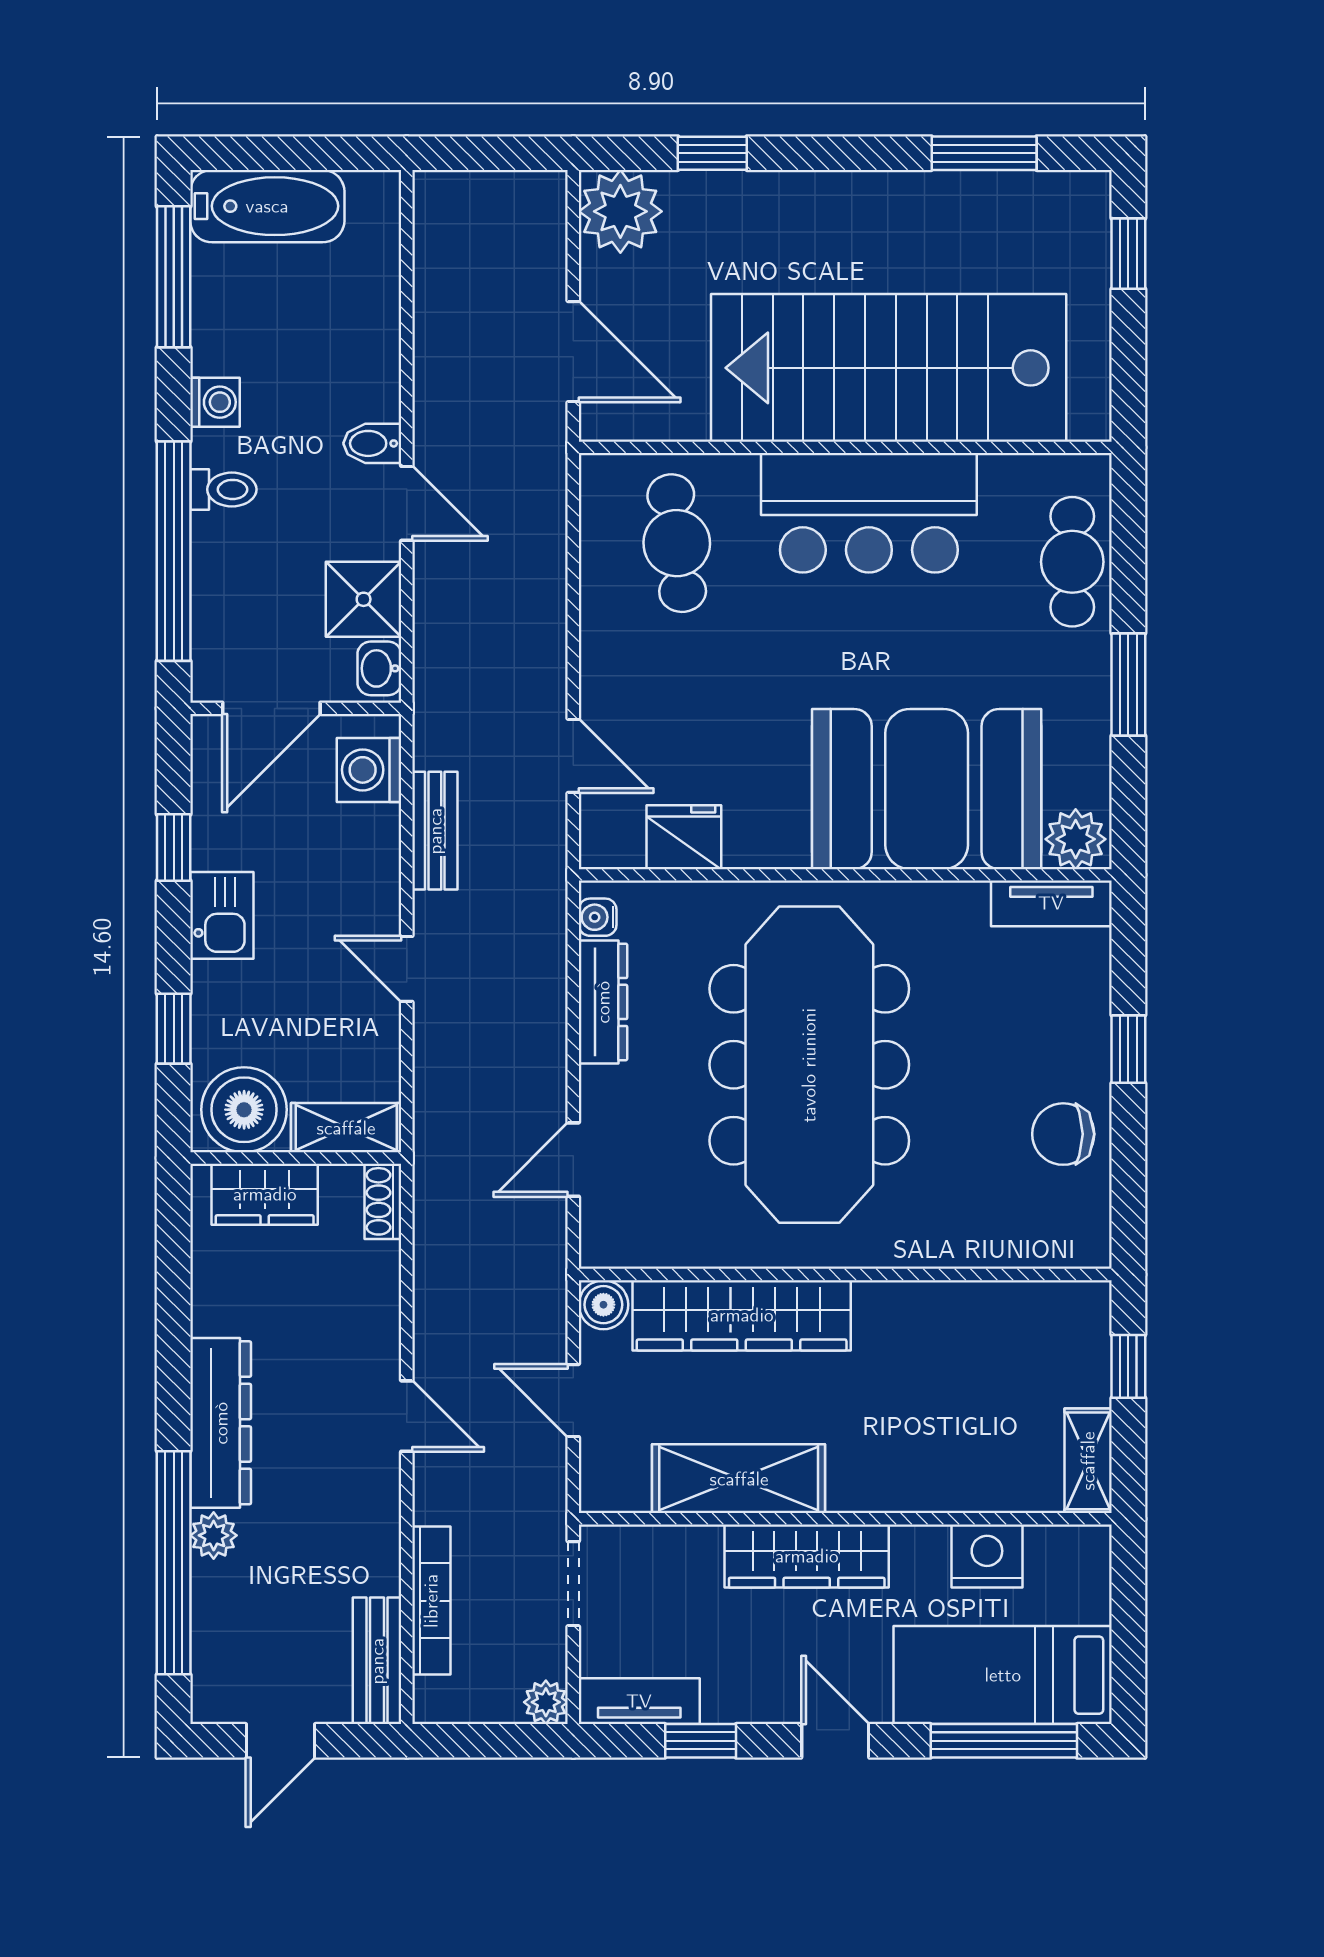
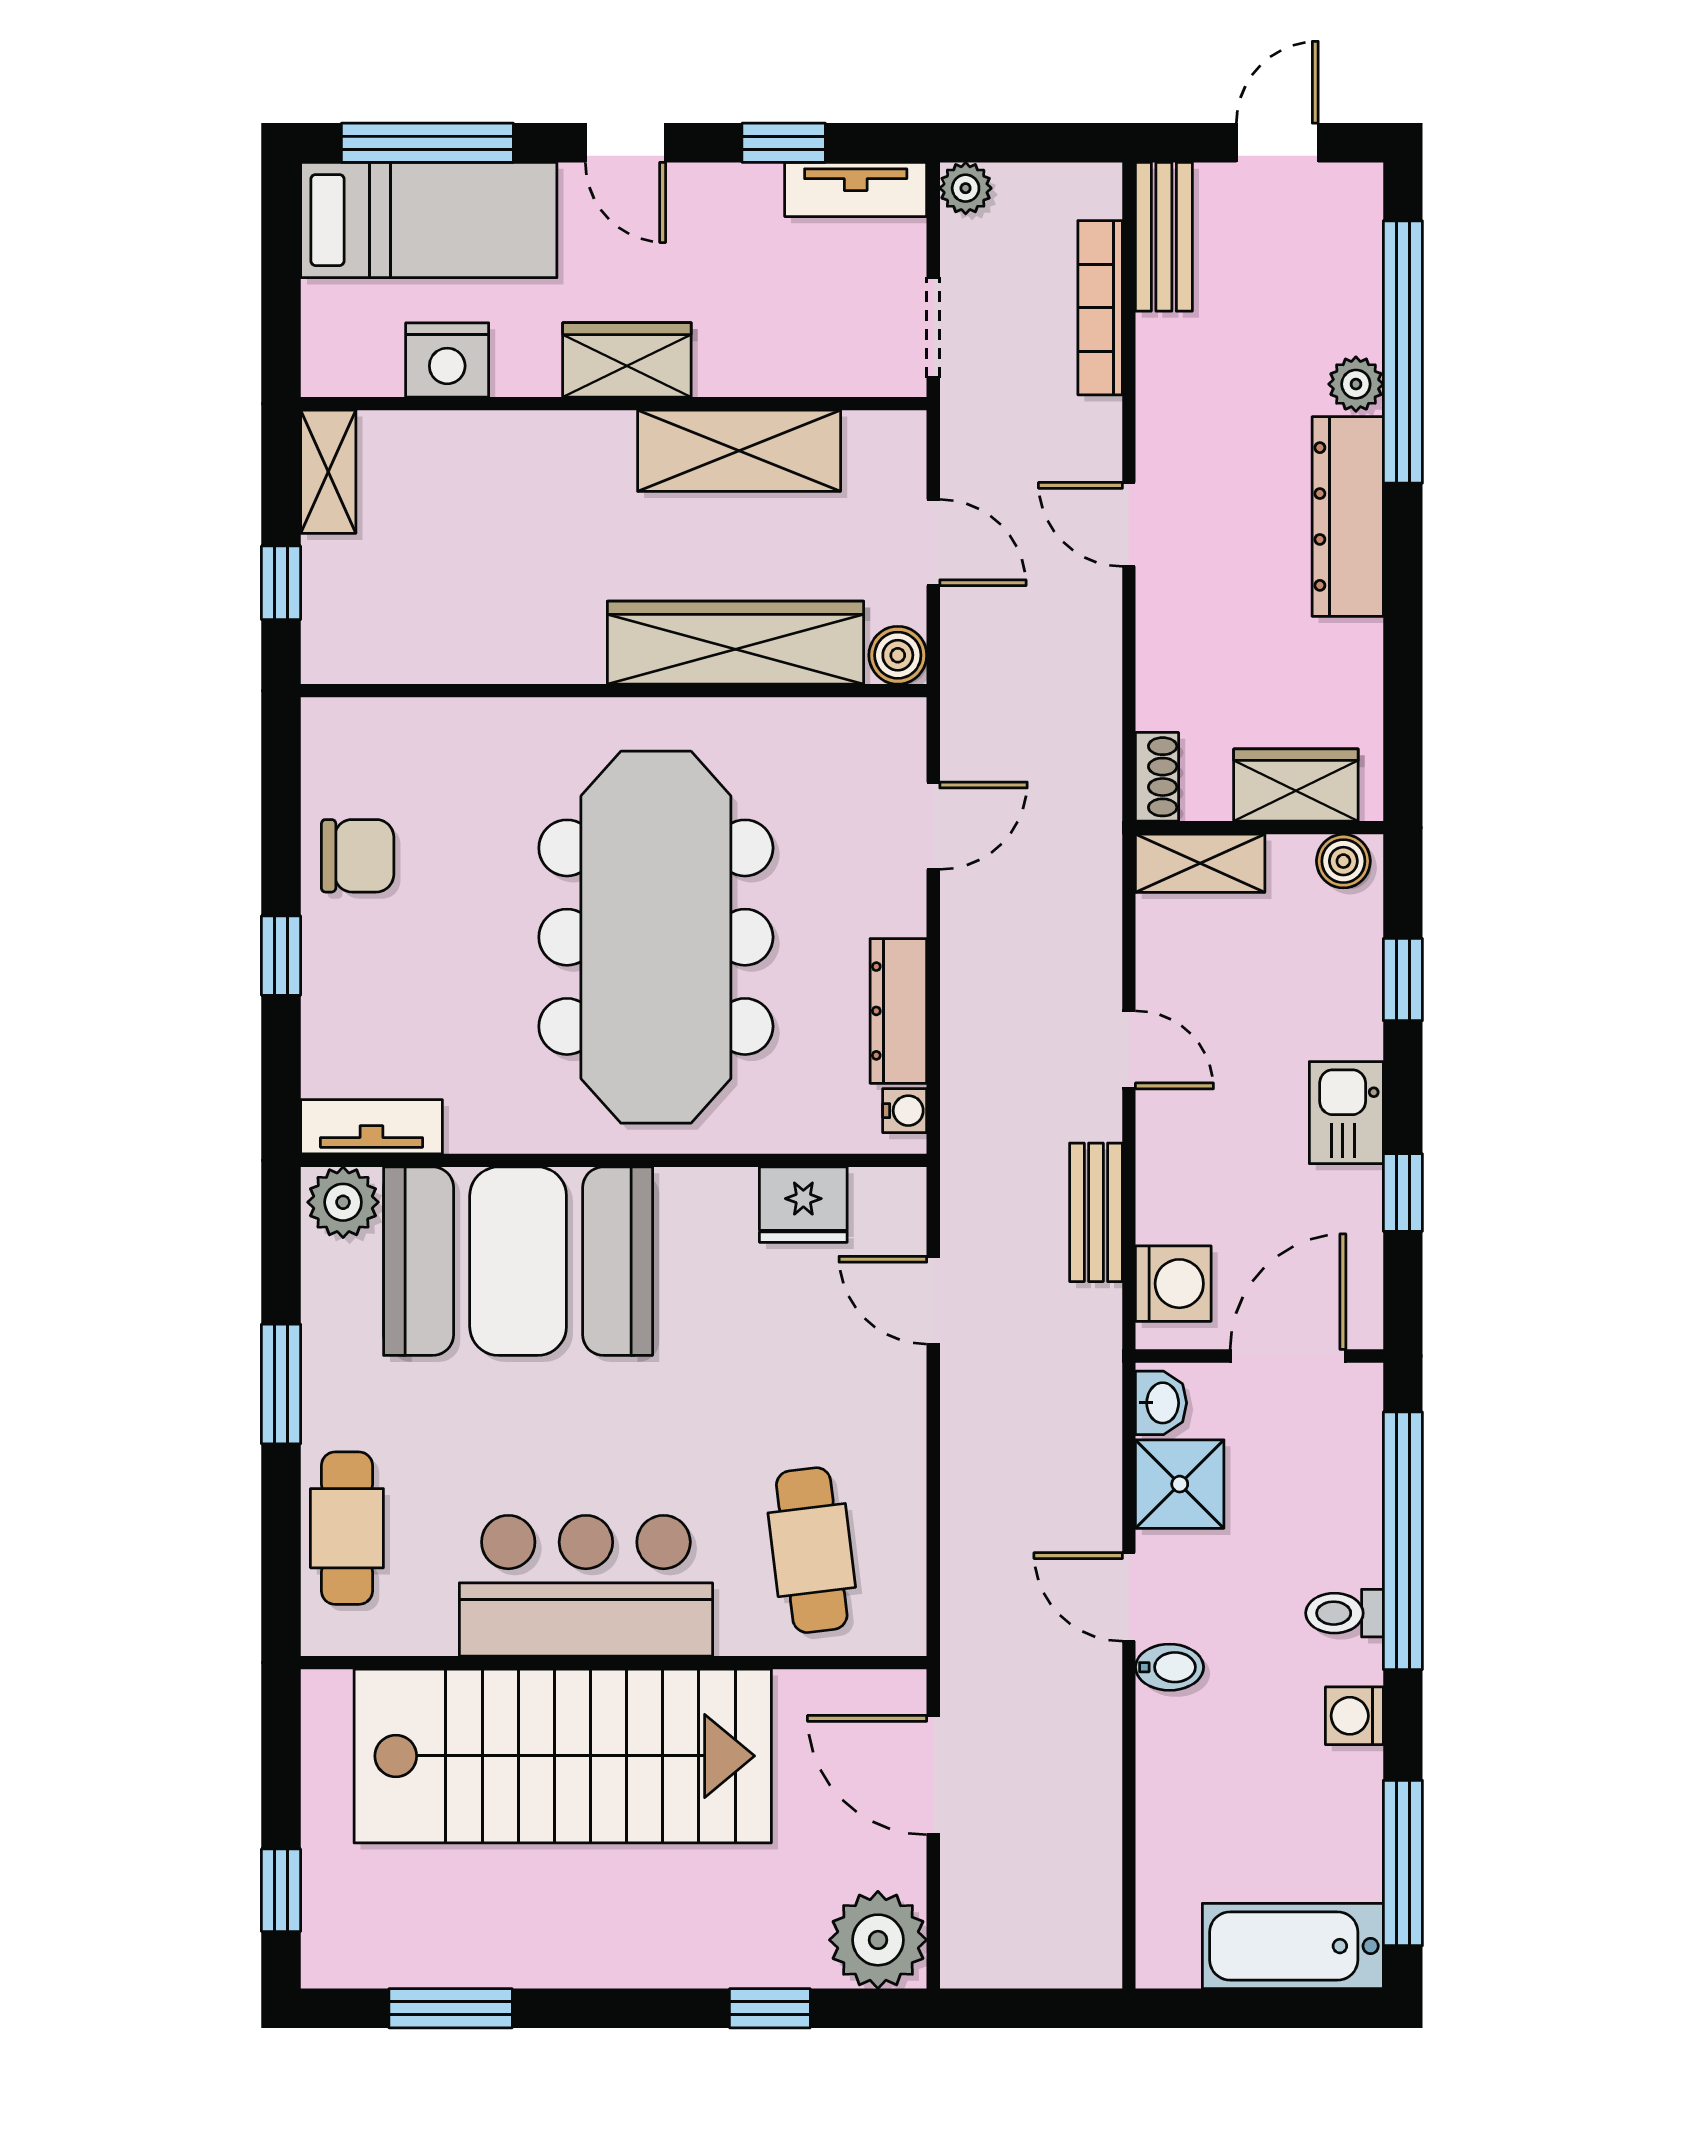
boiler: (244, 1110) -> (1343, 861), width x0.54, depth x0.54
wardrobe: (807, 1556) -> (627, 360), width x0.67

